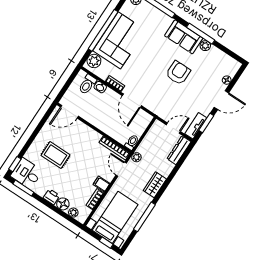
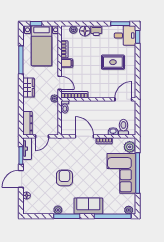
sofa: (184, 37) -> (88, 206), moved
armchair: (178, 73) -> (64, 178), turned 180

